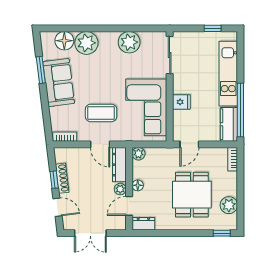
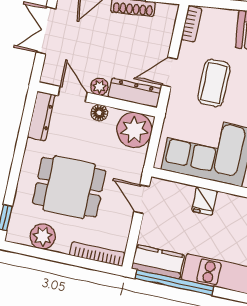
plant: (138, 154) -> (134, 130), width x1.88, depth x1.88
bookcase: (233, 159) -> (97, 254), width x1.56
dresser: (143, 224) -> (41, 116), width x1.44

